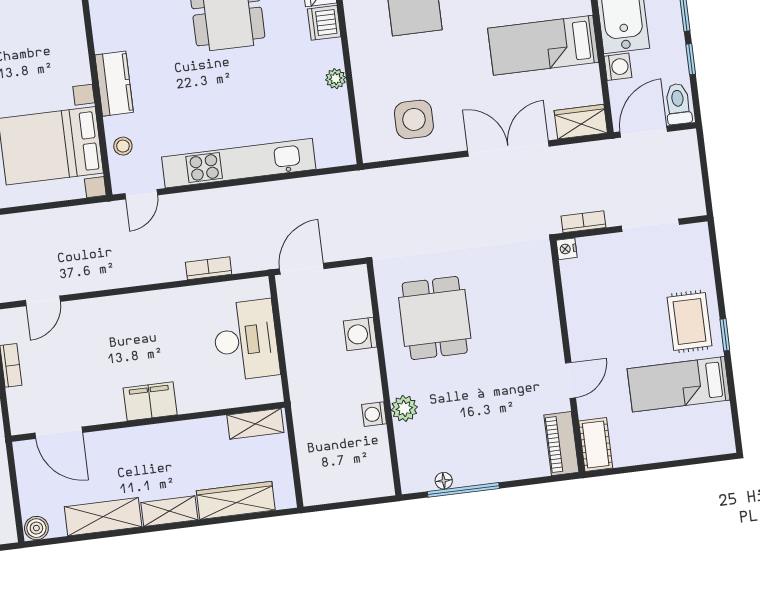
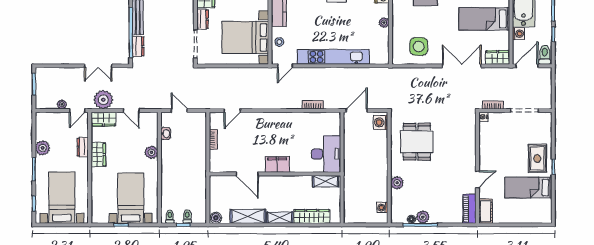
washing machine: (360, 334) -> (381, 122), moved
desk: (246, 340) -> (326, 154), moved
washing machine: (374, 414) -> (382, 208), moved
door: (59, 433) -> (247, 174), moved
plant: (467, 473) -> (423, 217), added

